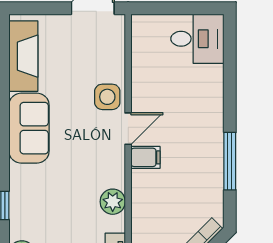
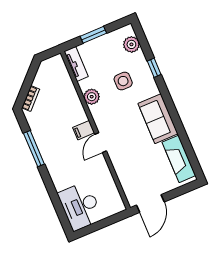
desk: (197, 39) -> (80, 206), width x1.37
side table: (107, 97) -> (123, 81), moved

